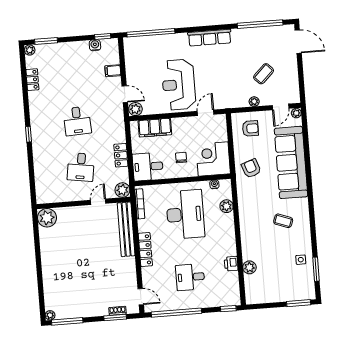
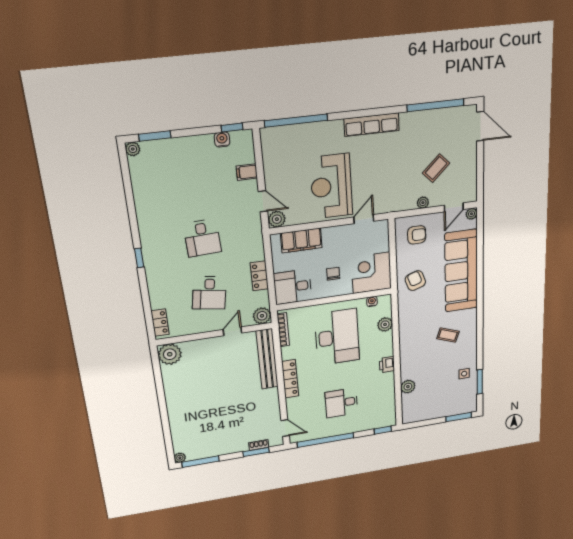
locker: (32, 80) -> (160, 323), moved
printer: (231, 264) -> (387, 365), moved

